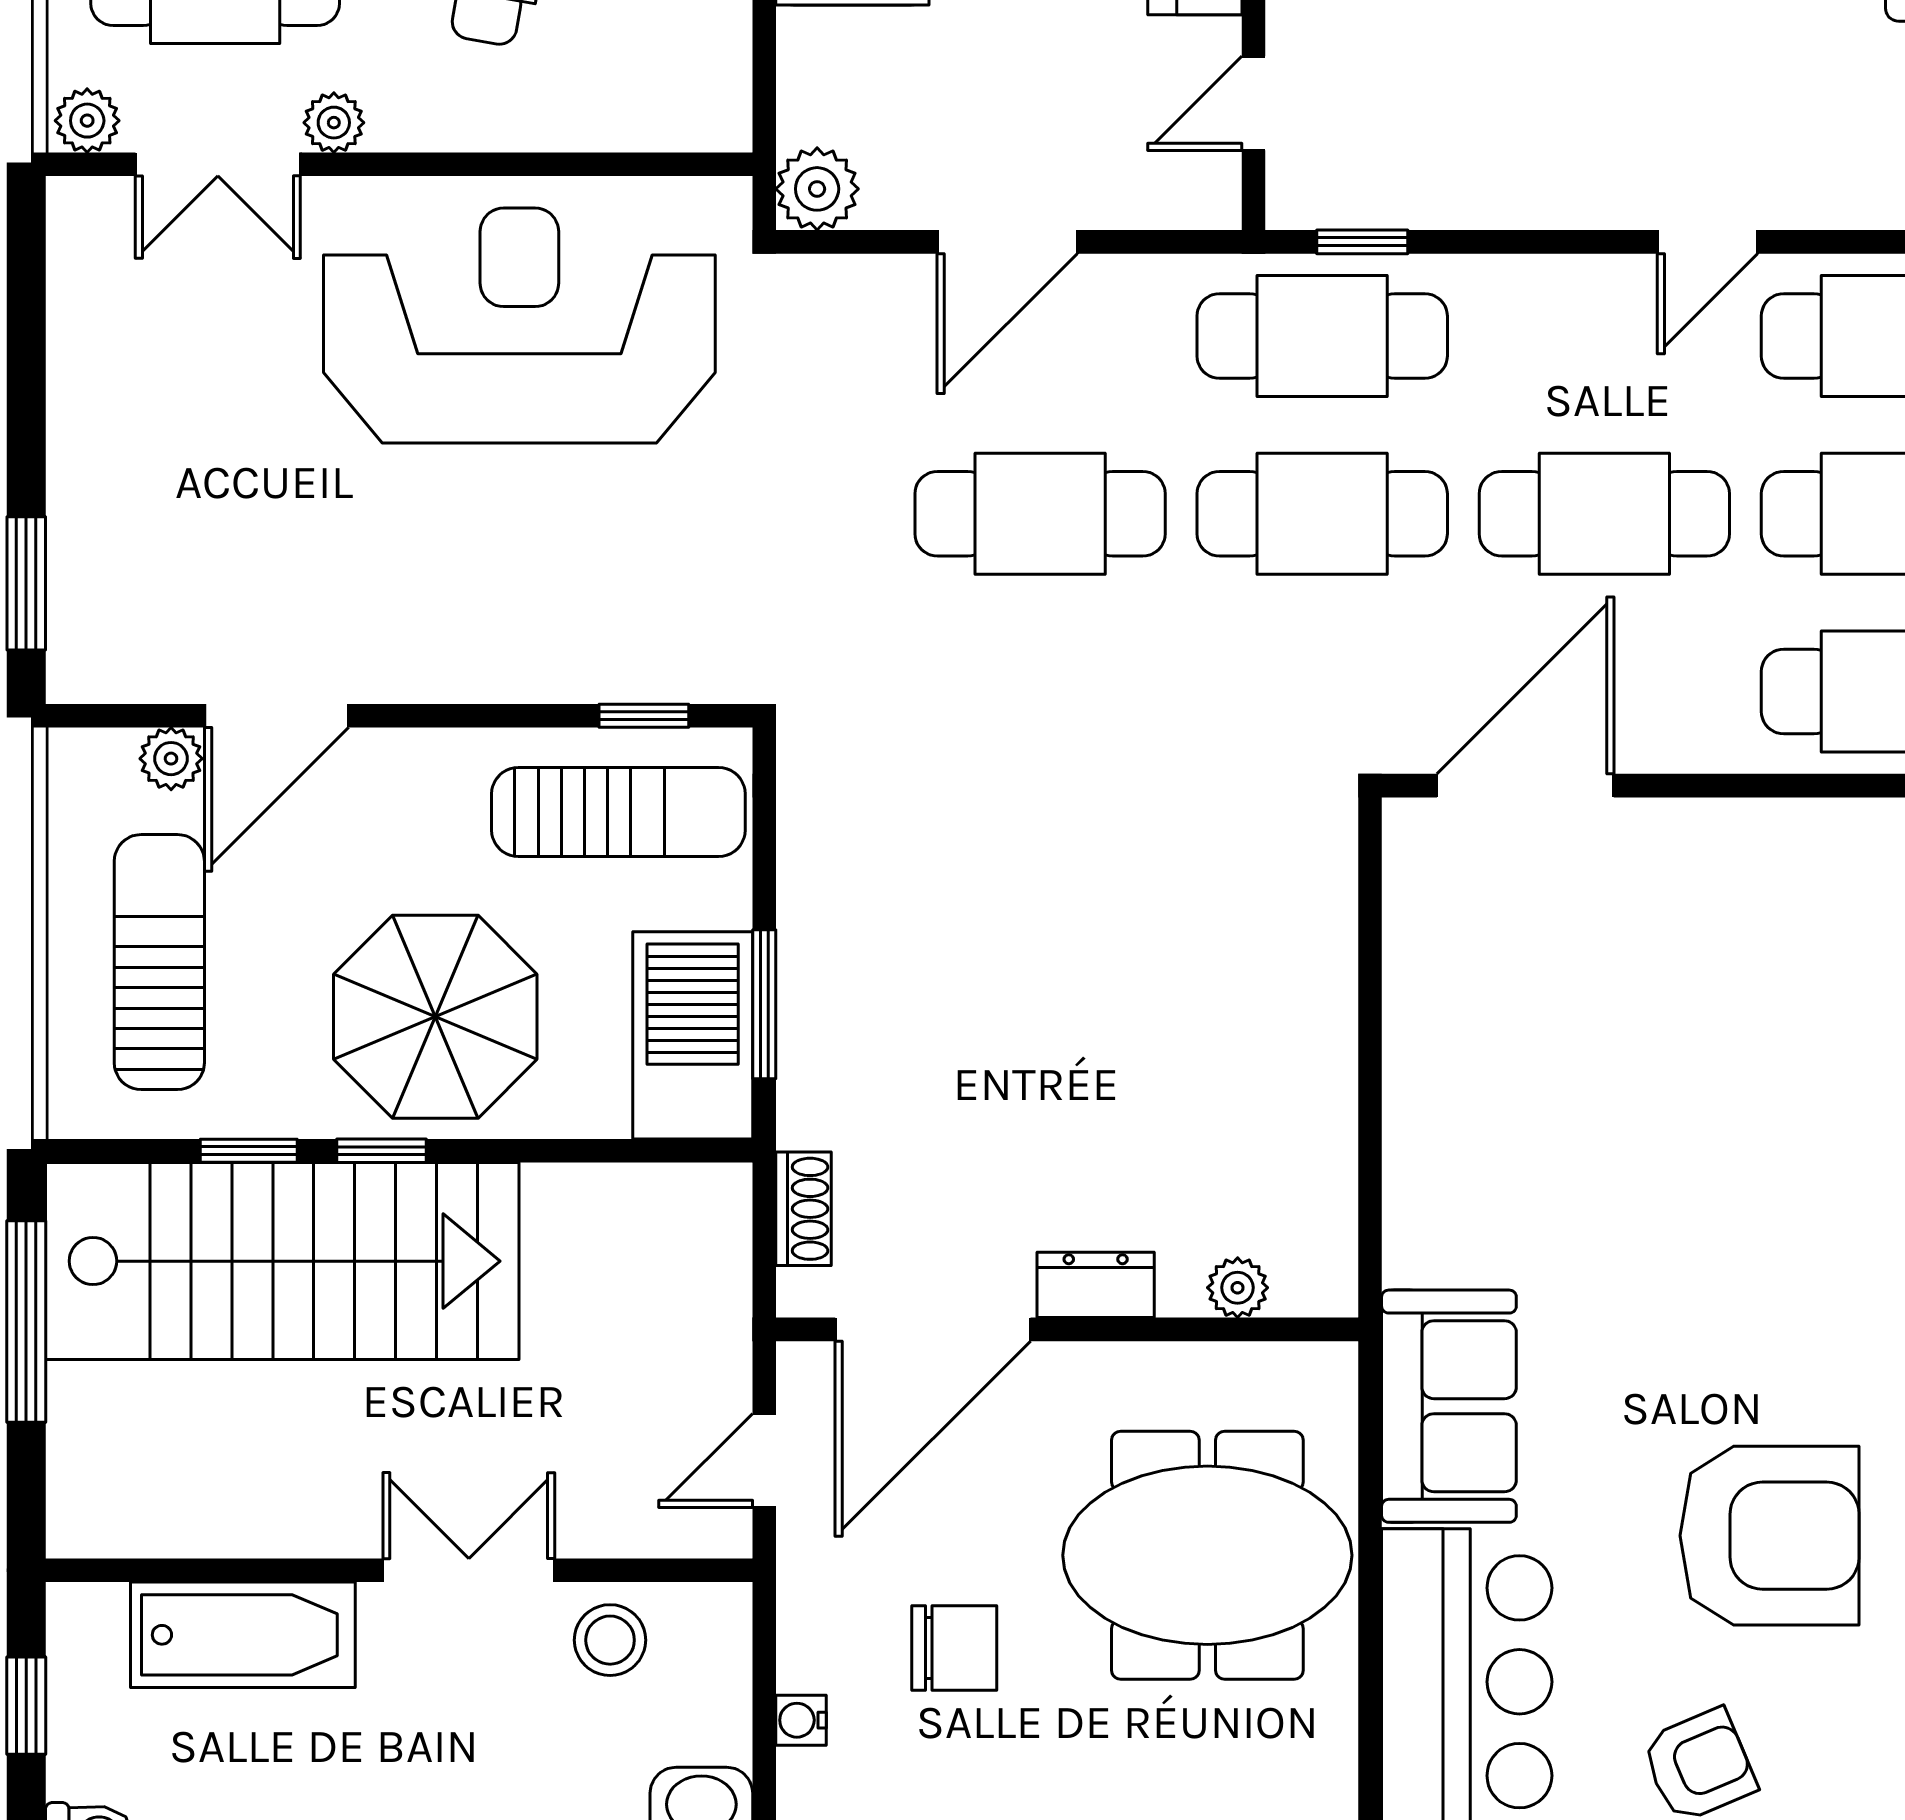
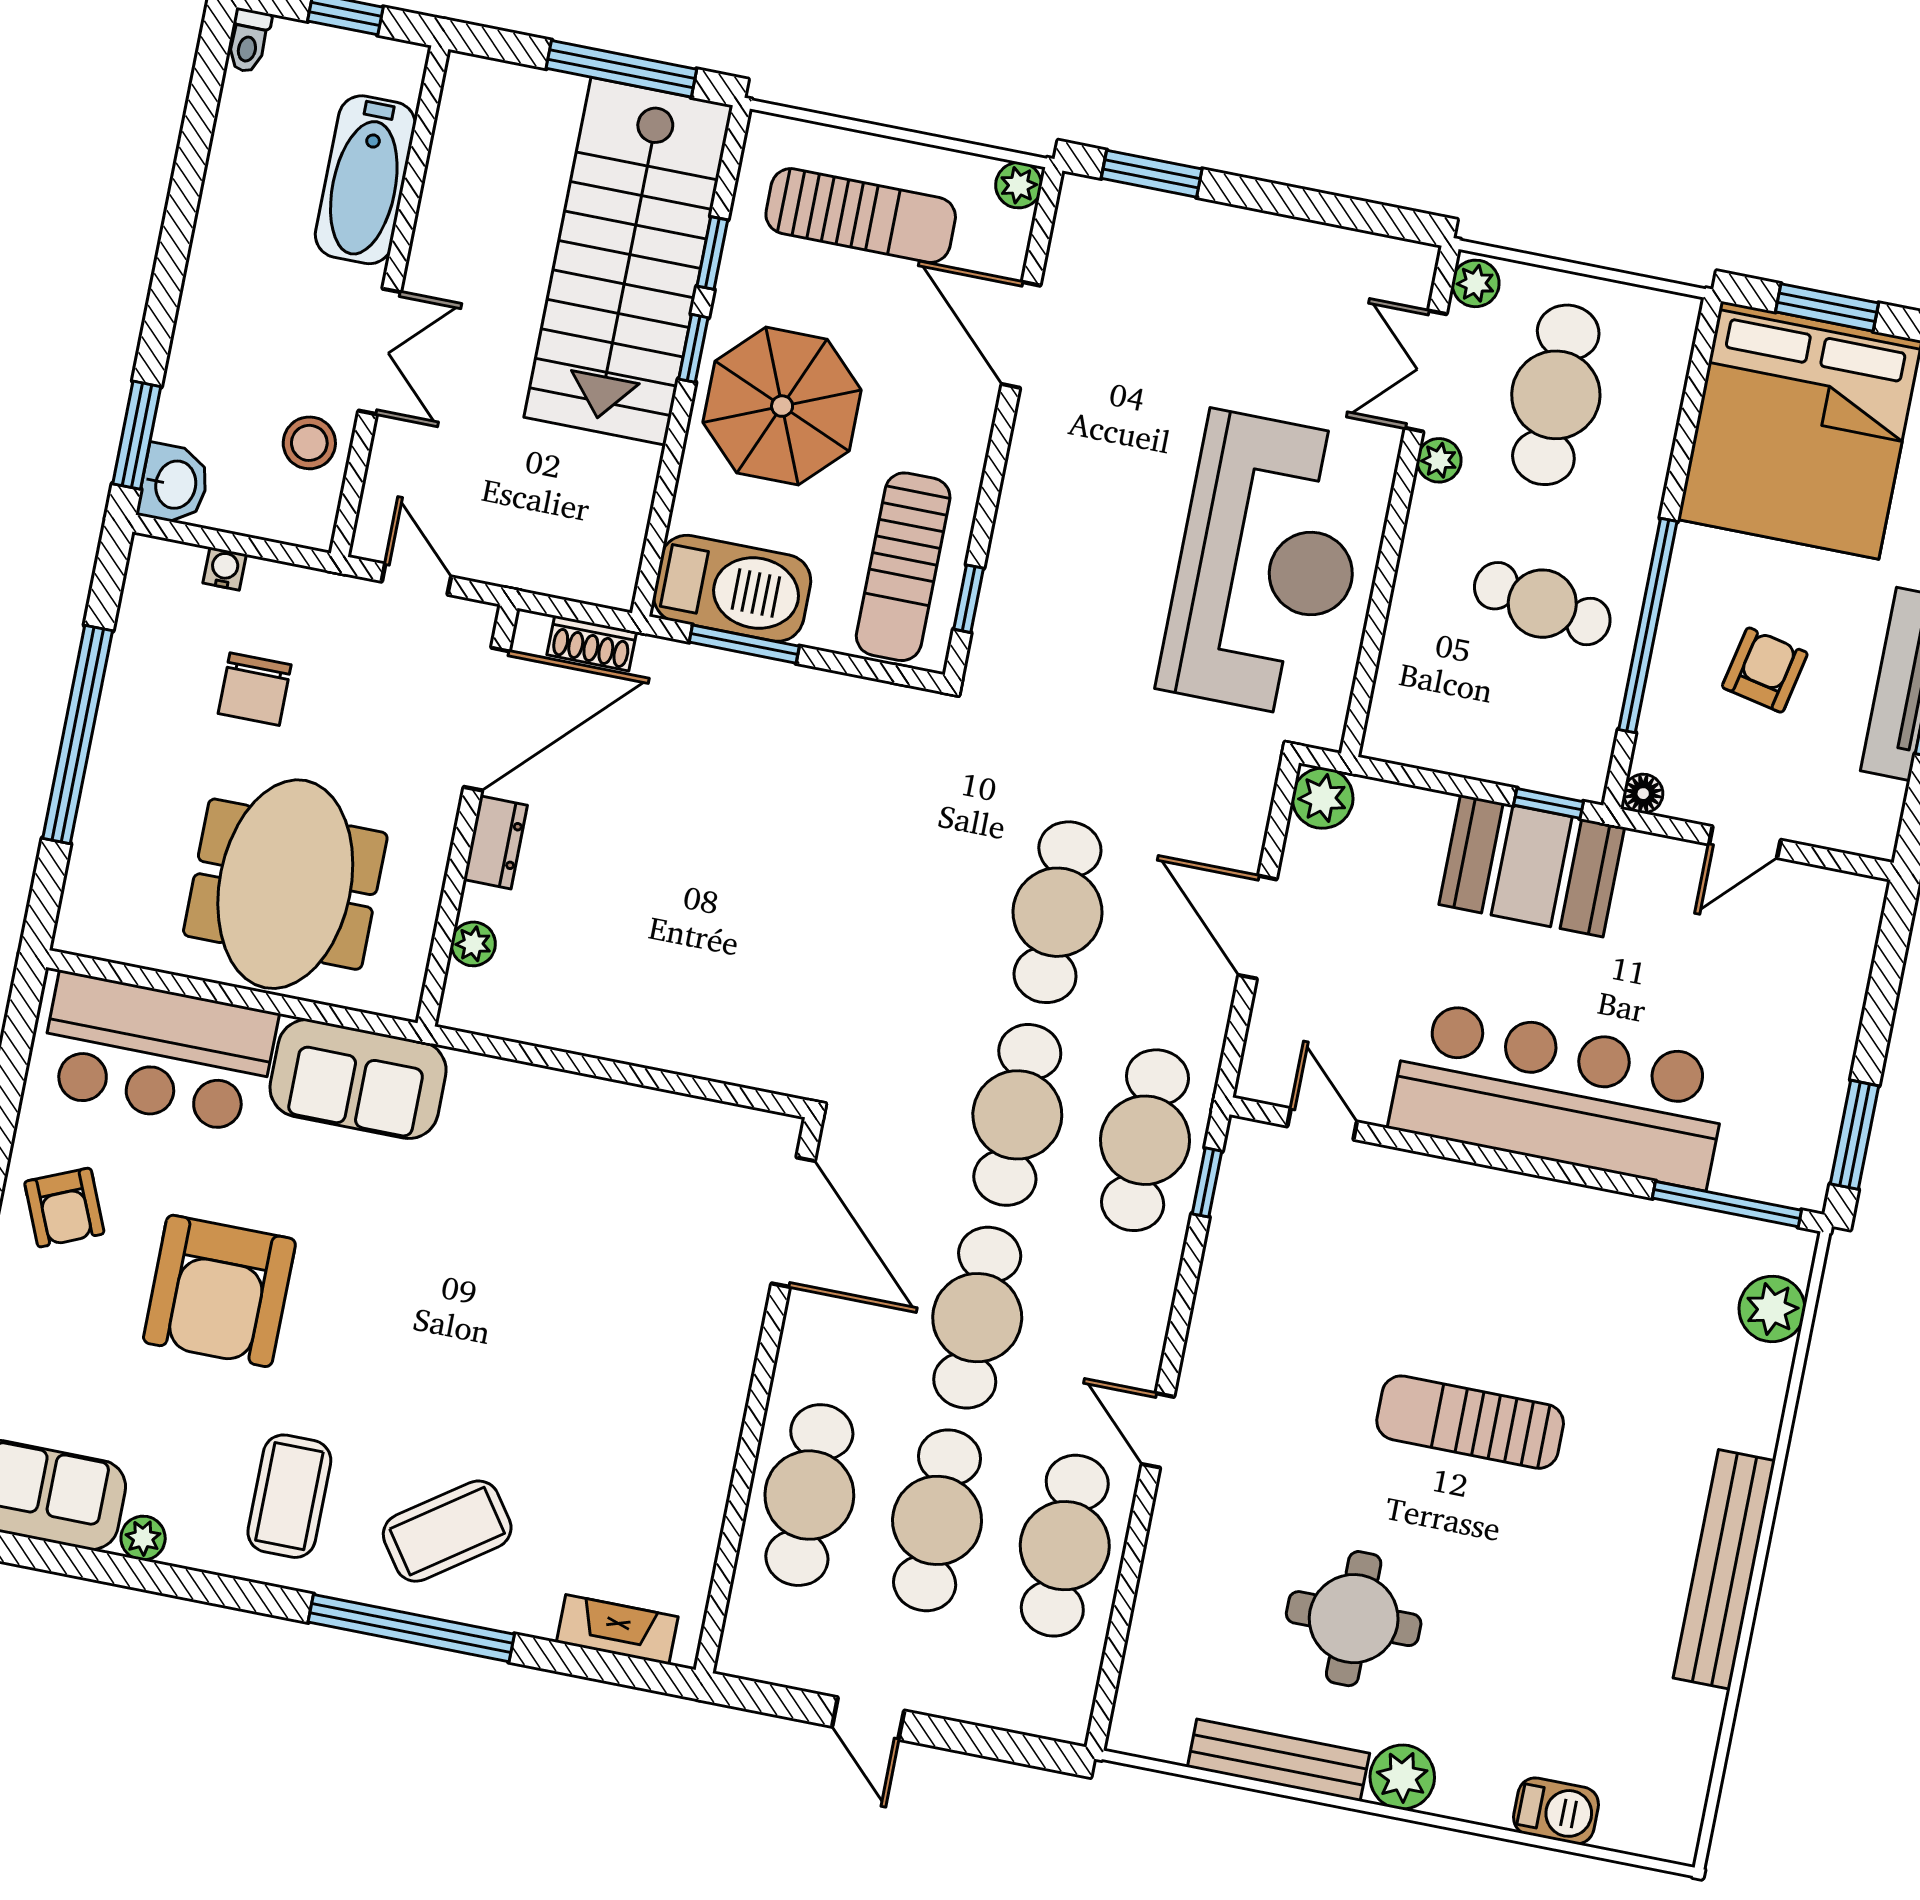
plant: (171, 759) -> (1019, 185), moved
door: (933, 1329) -> (487, 719), swing flipped

